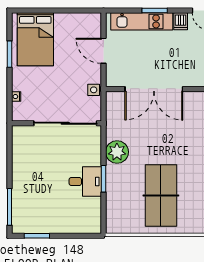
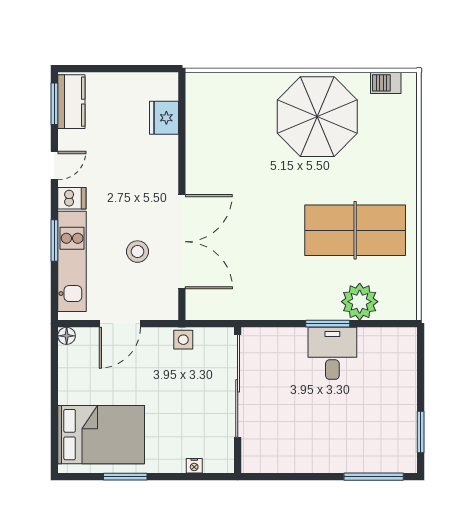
floor lamp: (96, 18) -> (67, 336), added
stool: (148, 62) -> (138, 252), added
plant: (117, 152) -> (360, 302), moved

